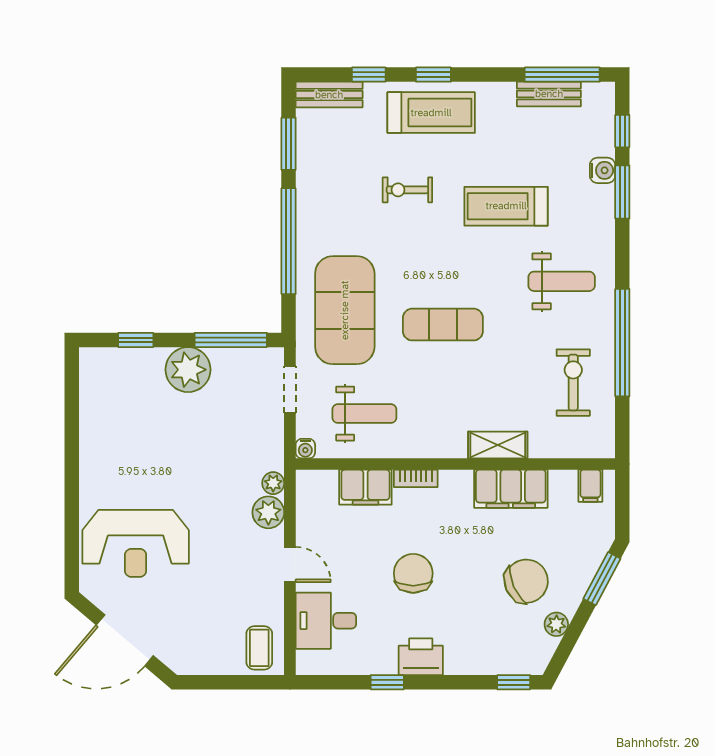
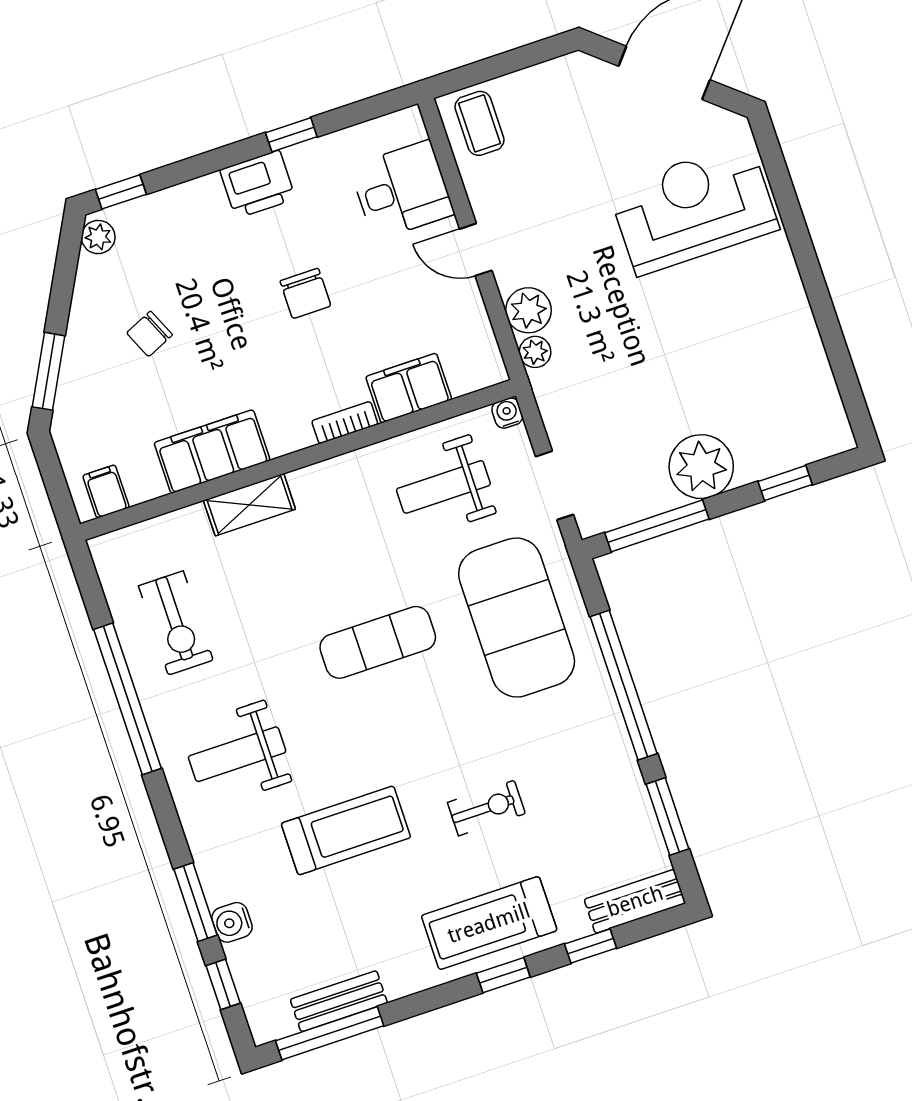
chair: (413, 573) -> (305, 293), width x0.73, depth x0.73
chair: (526, 581) -> (149, 334), width x0.54, depth x0.54
plant: (556, 624) -> (98, 237), moved

